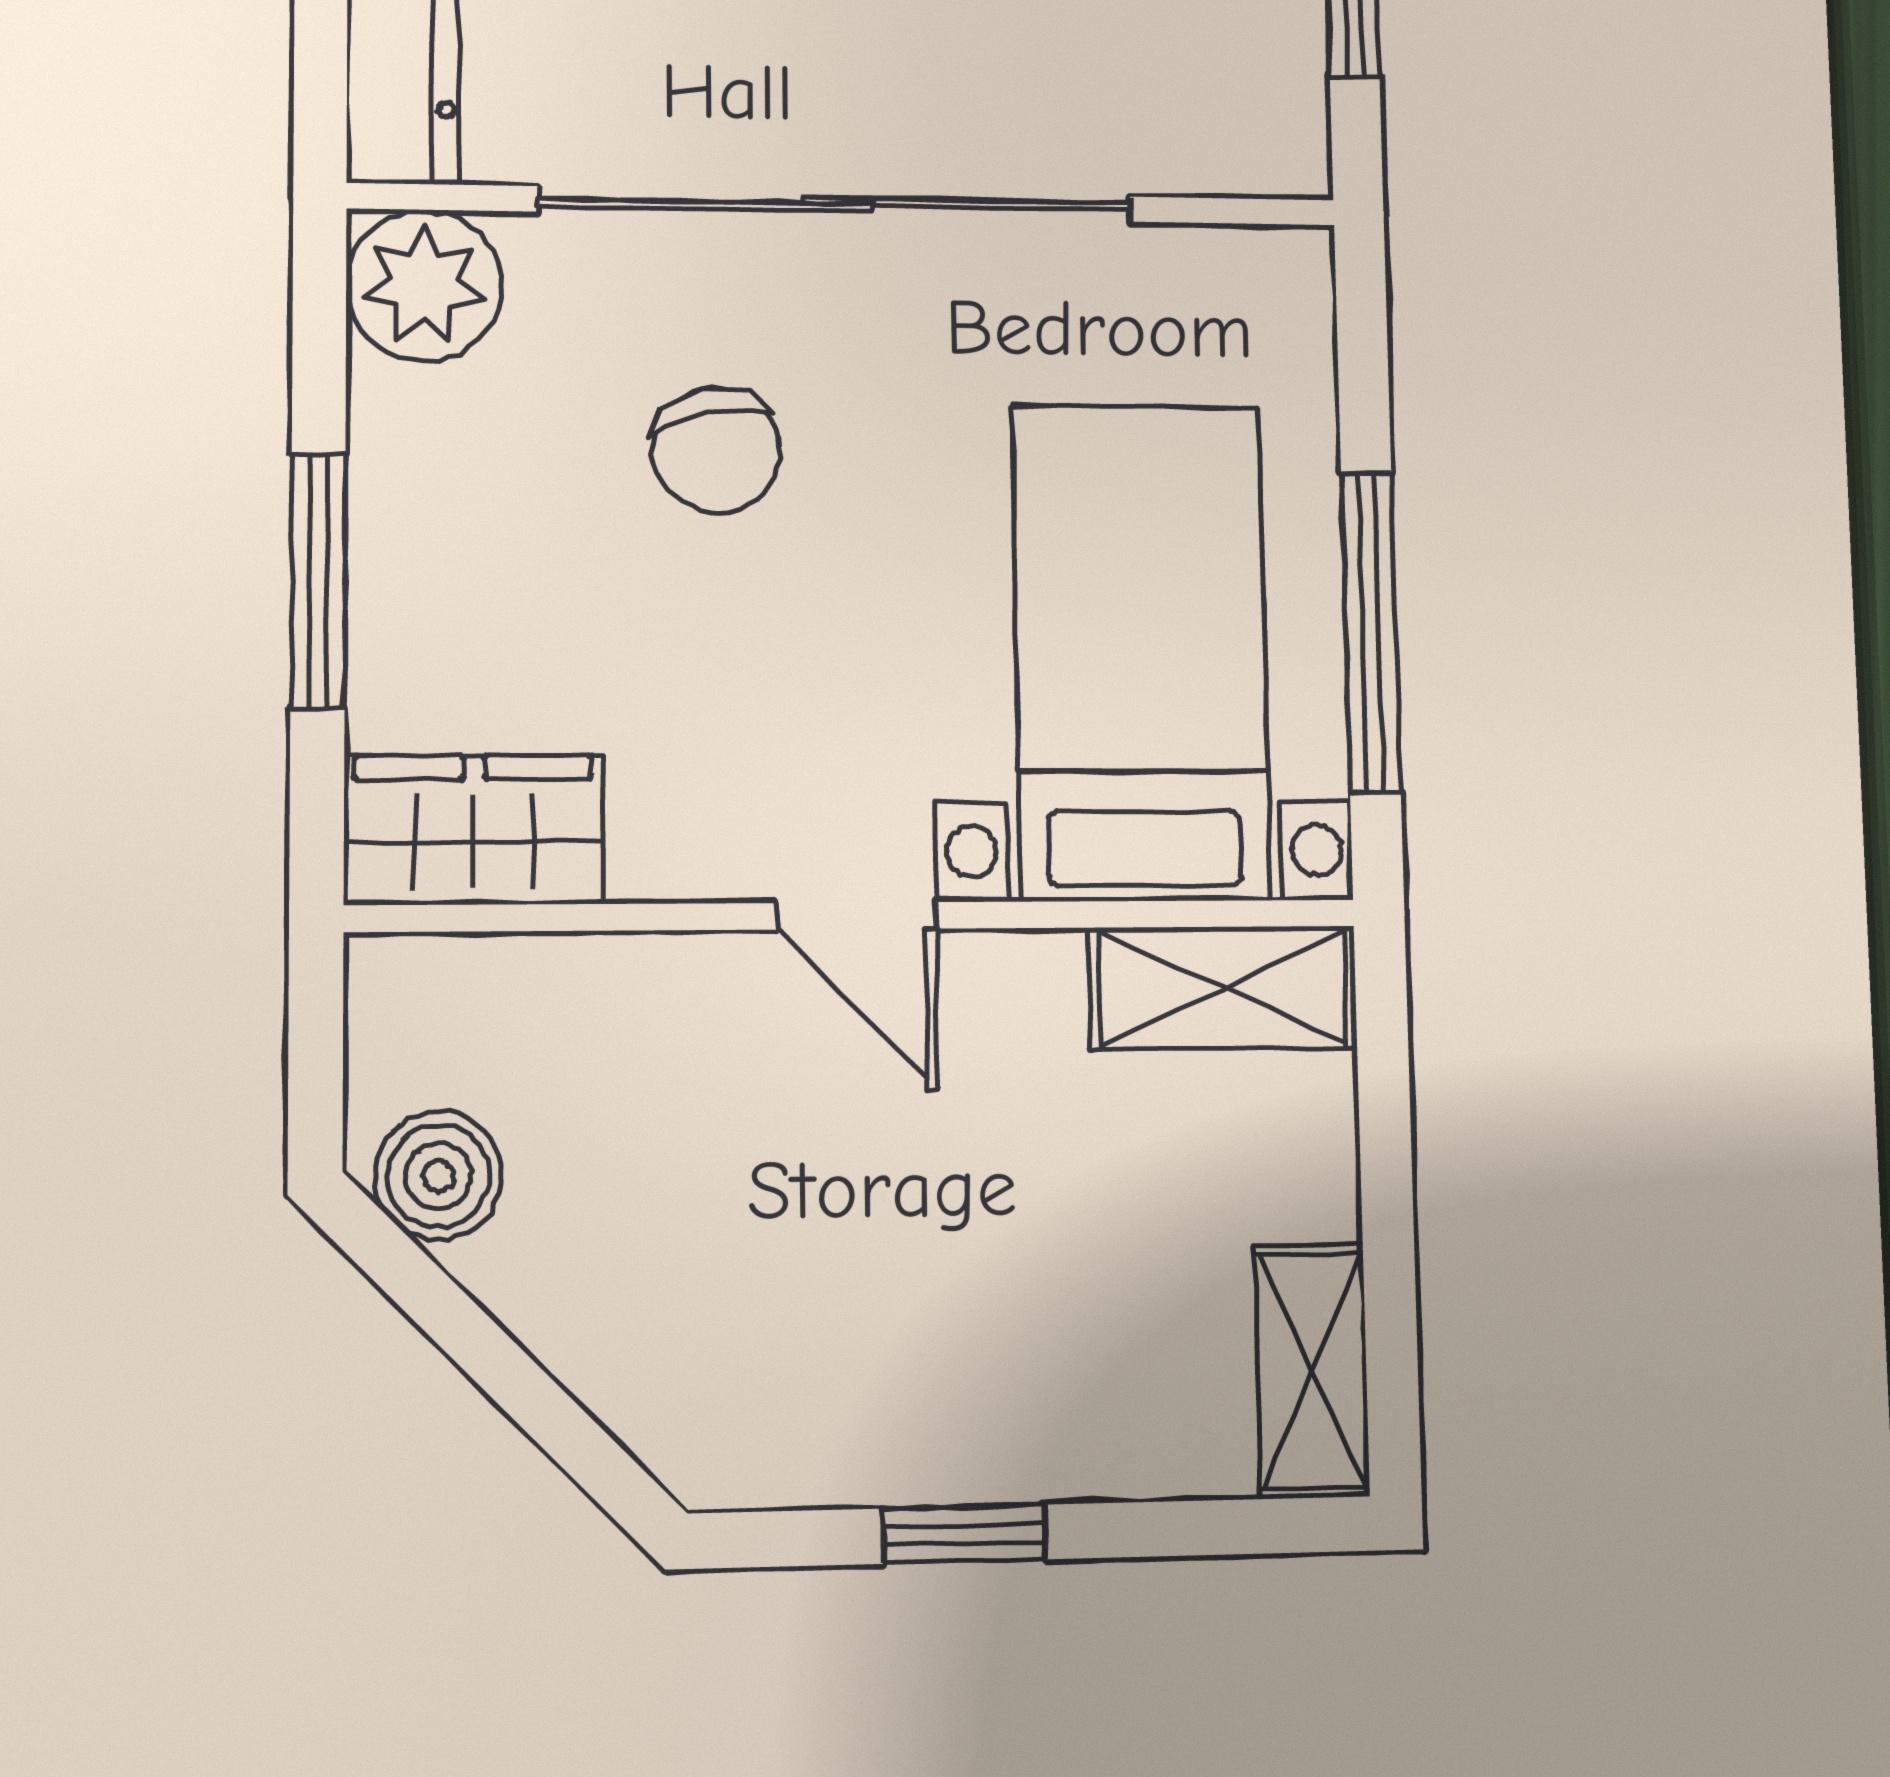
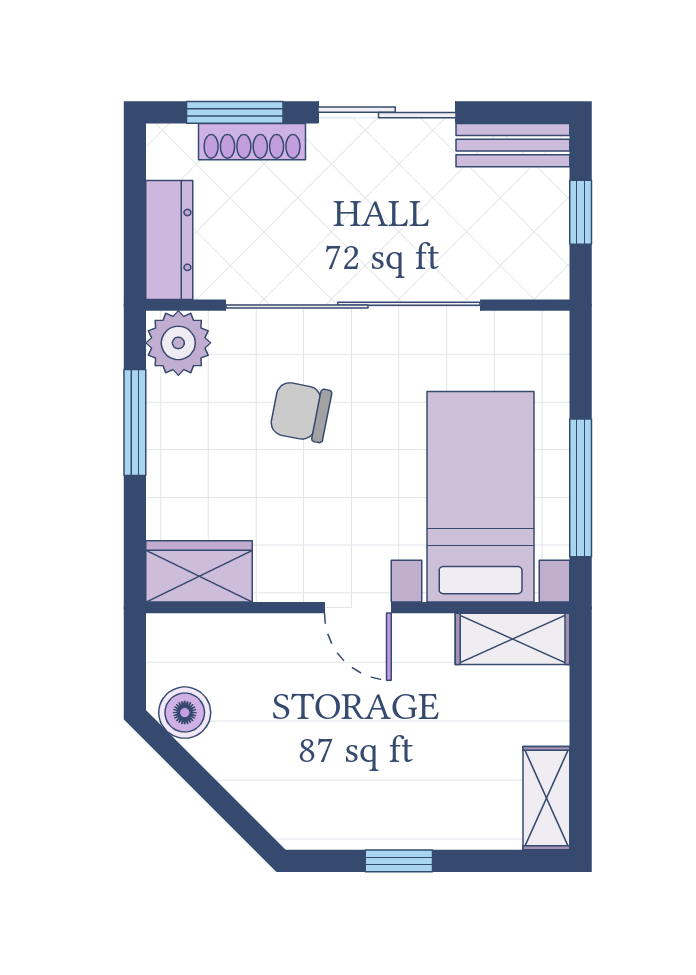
chair: (716, 450) -> (301, 412), turned 113
window: (318, 580) -> (135, 422), moved

